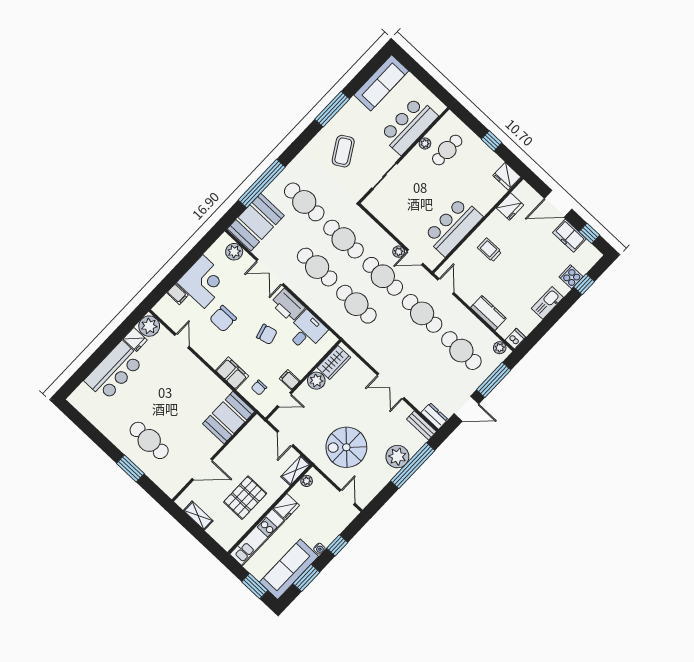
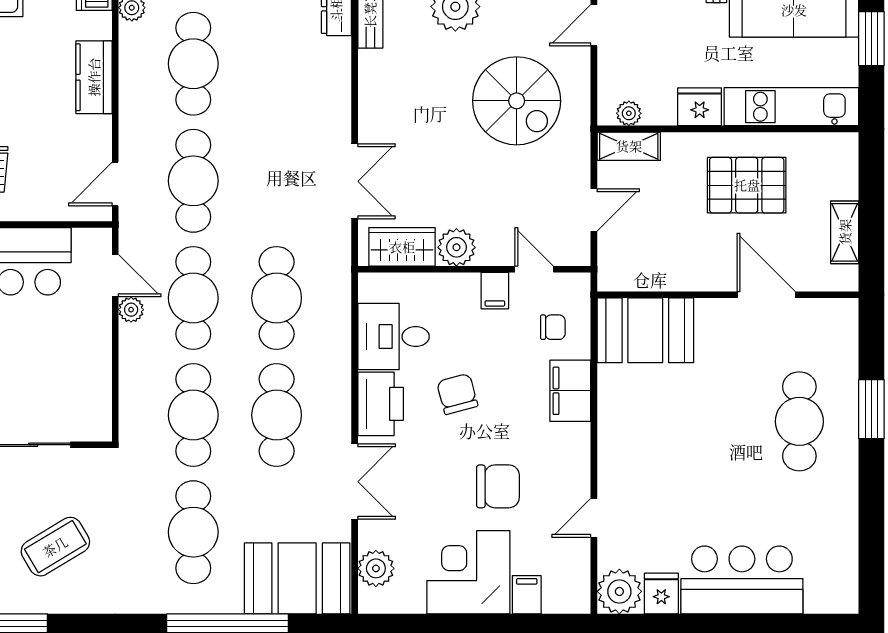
double door: (391, 386) -> (355, 181), moved

